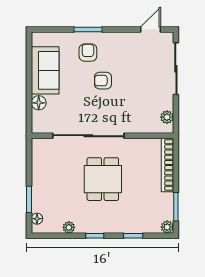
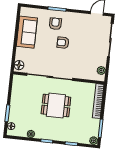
floor lamp: (39, 103) -> (19, 65), moved
dining table: (103, 179) -> (56, 105), turned 90

